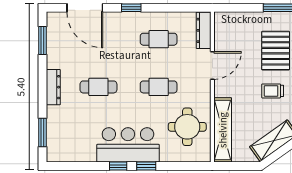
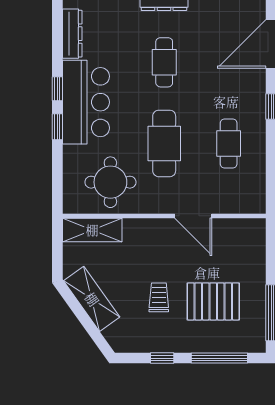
dresser: (204, 30) -> (72, 34), moved, turned 90
cafe table: (159, 87) -> (164, 143), width x1.37, depth x1.35
shelving: (223, 130) -> (92, 230), width x0.68

